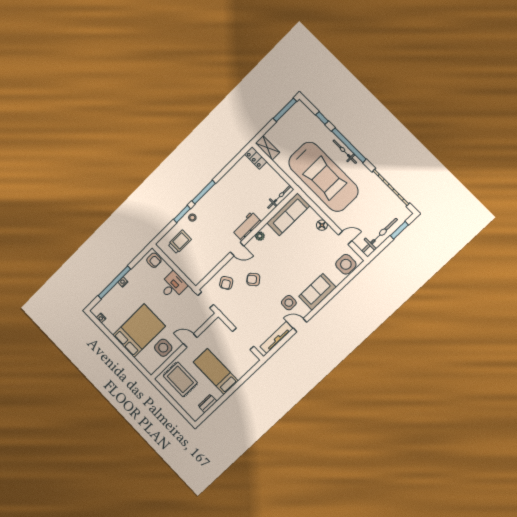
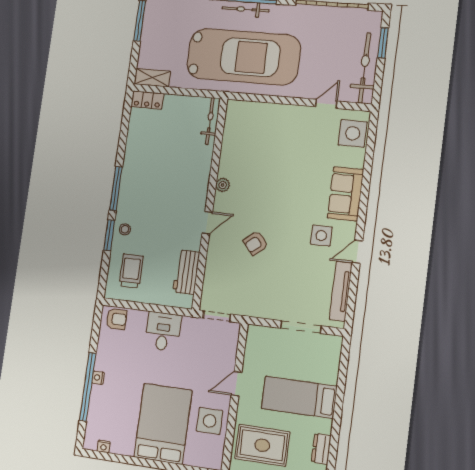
sofa: (288, 214) -> (236, 132), removed
floor lamp: (322, 225) -> (287, 112), removed
workbench: (247, 226) -> (186, 272), moved
armchair: (226, 283) -> (226, 274), removed

